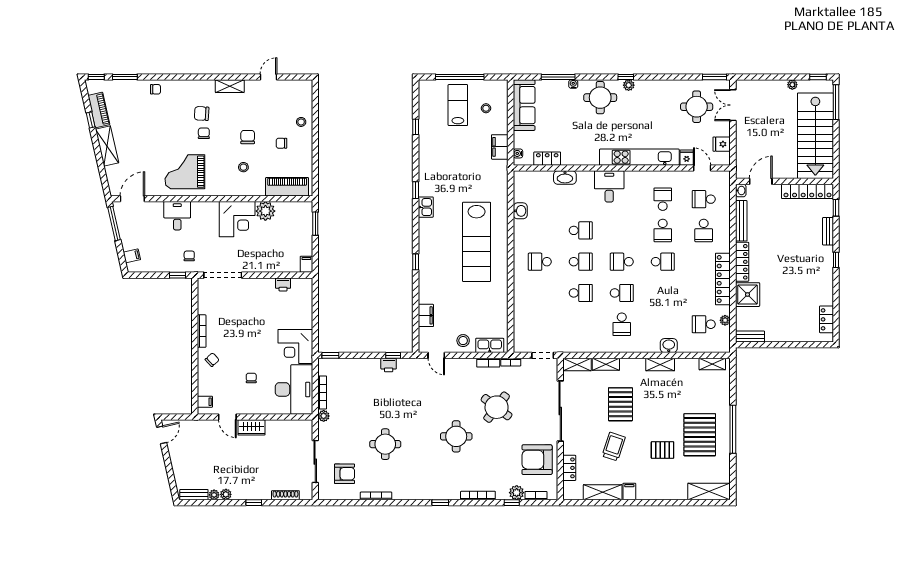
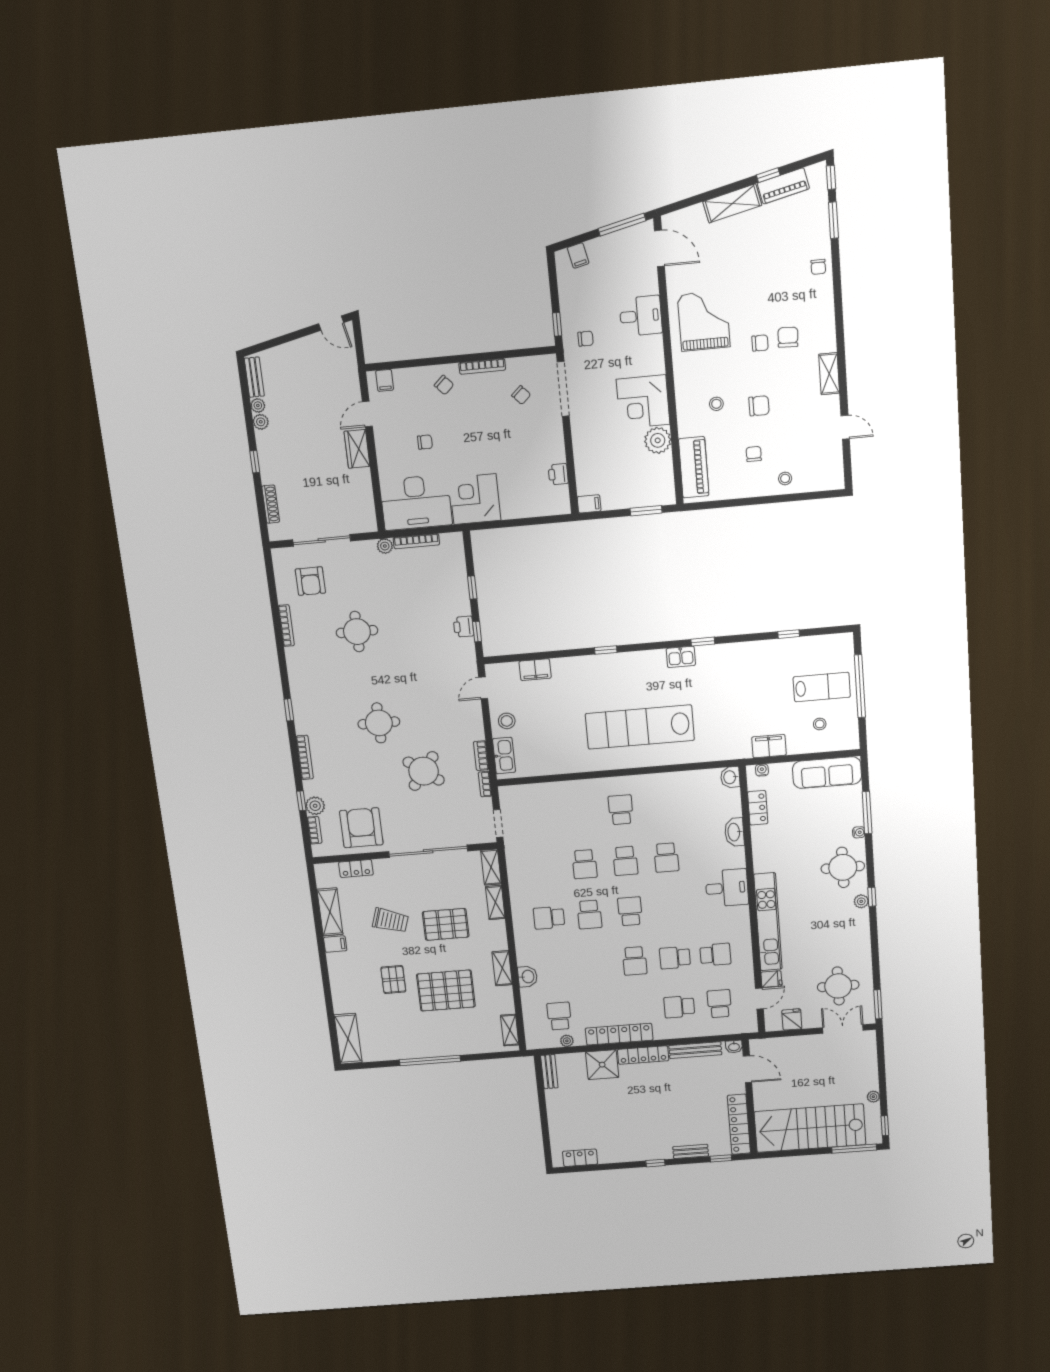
washbasin: (520, 211) -> (730, 777), moved, turned 90
chair: (224, 305) -> (521, 395), added
window: (330, 355) -> (472, 588), moved
pallet: (700, 435) -> (446, 991), moved

